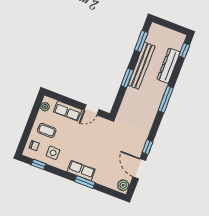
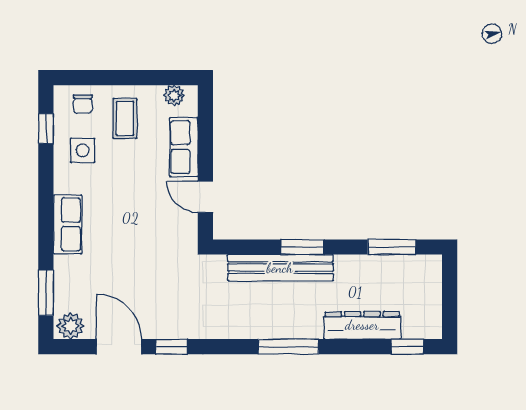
bench: (141, 66) -> (280, 268), moved
door: (139, 169) -> (119, 347), hinge flipped
window: (85, 182) -> (46, 293), moved

